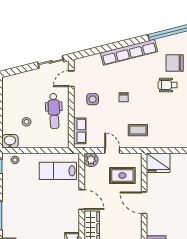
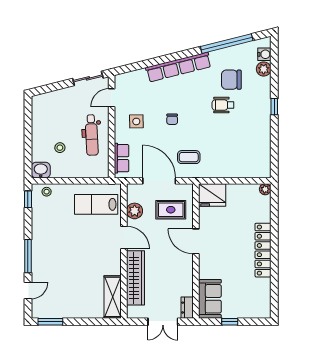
door: (112, 151) -> (159, 181), width x1.88
plant: (91, 160) -> (135, 211), moved

